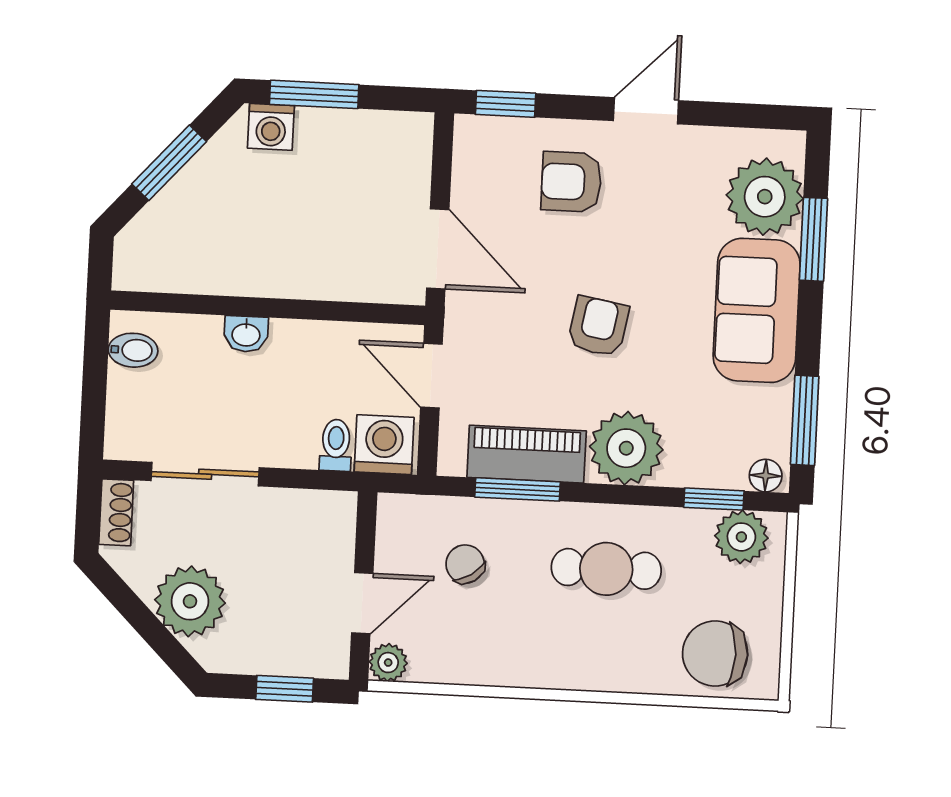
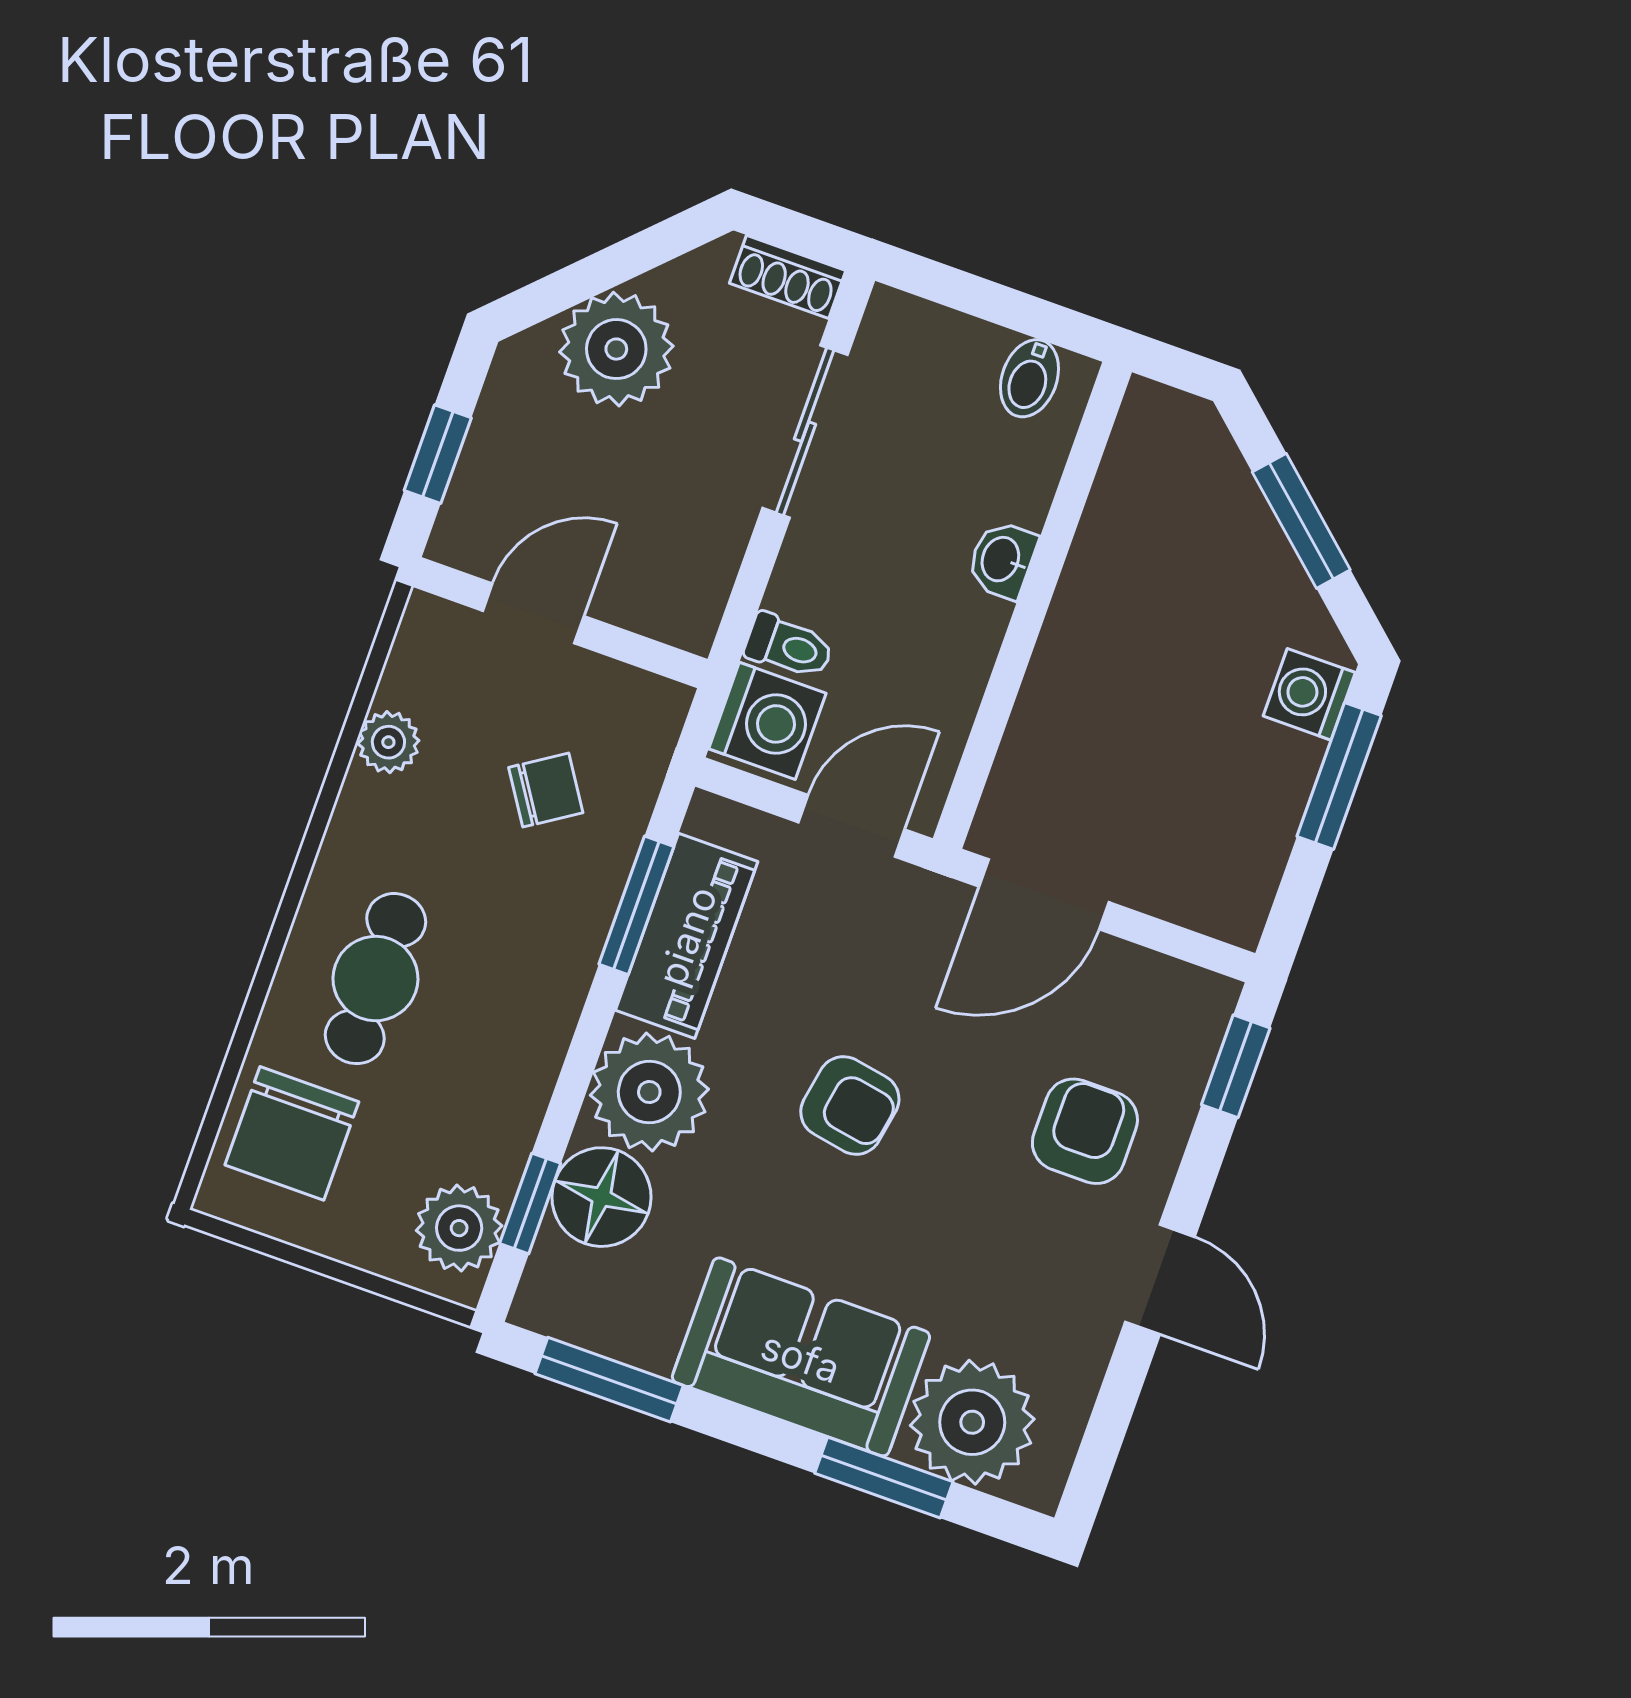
floor lamp: (766, 476) -> (601, 1197), moved, width x1.89, depth x1.89
cafe table: (606, 569) -> (375, 979), moved
door: (362, 603) -> (533, 613), swing flipped
chair: (715, 653) -> (292, 1133), turned 180
plant: (388, 663) -> (388, 742), moved

